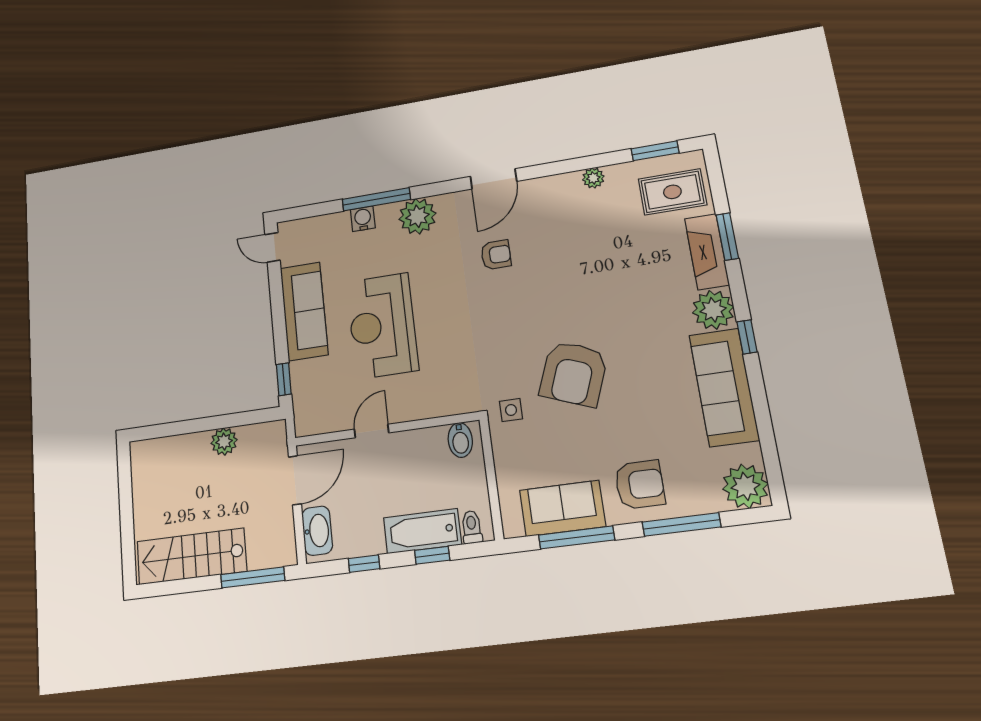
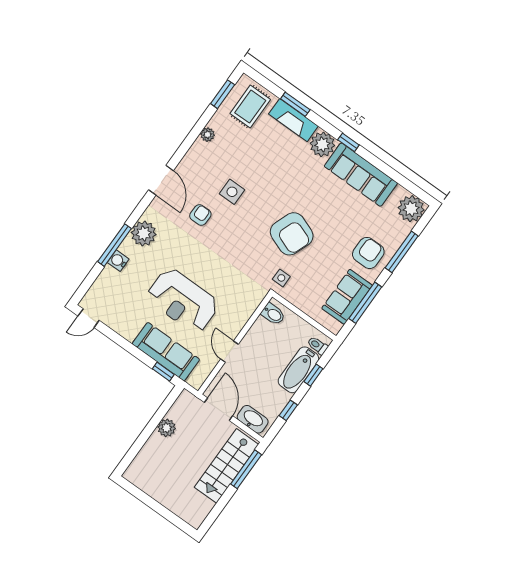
side table: (556, 263) -> (232, 192), added
sofa: (304, 311) -> (166, 352), moved
stairs: (192, 556) -> (227, 466), moved

